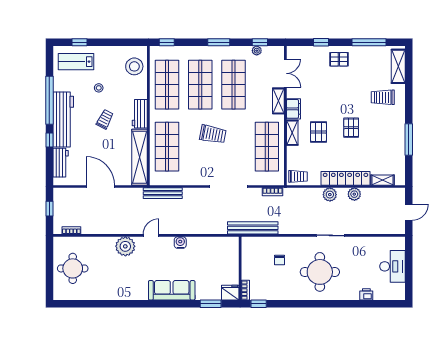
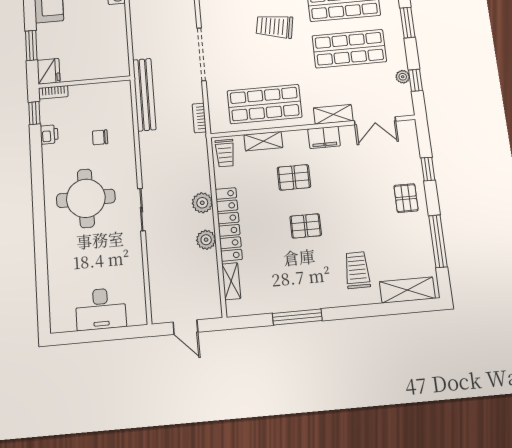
shelving: (292, 133) -> (263, 141), moved
trolley: (213, 134) -> (275, 26), turned 89
printer: (366, 294) -> (49, 134), moved

